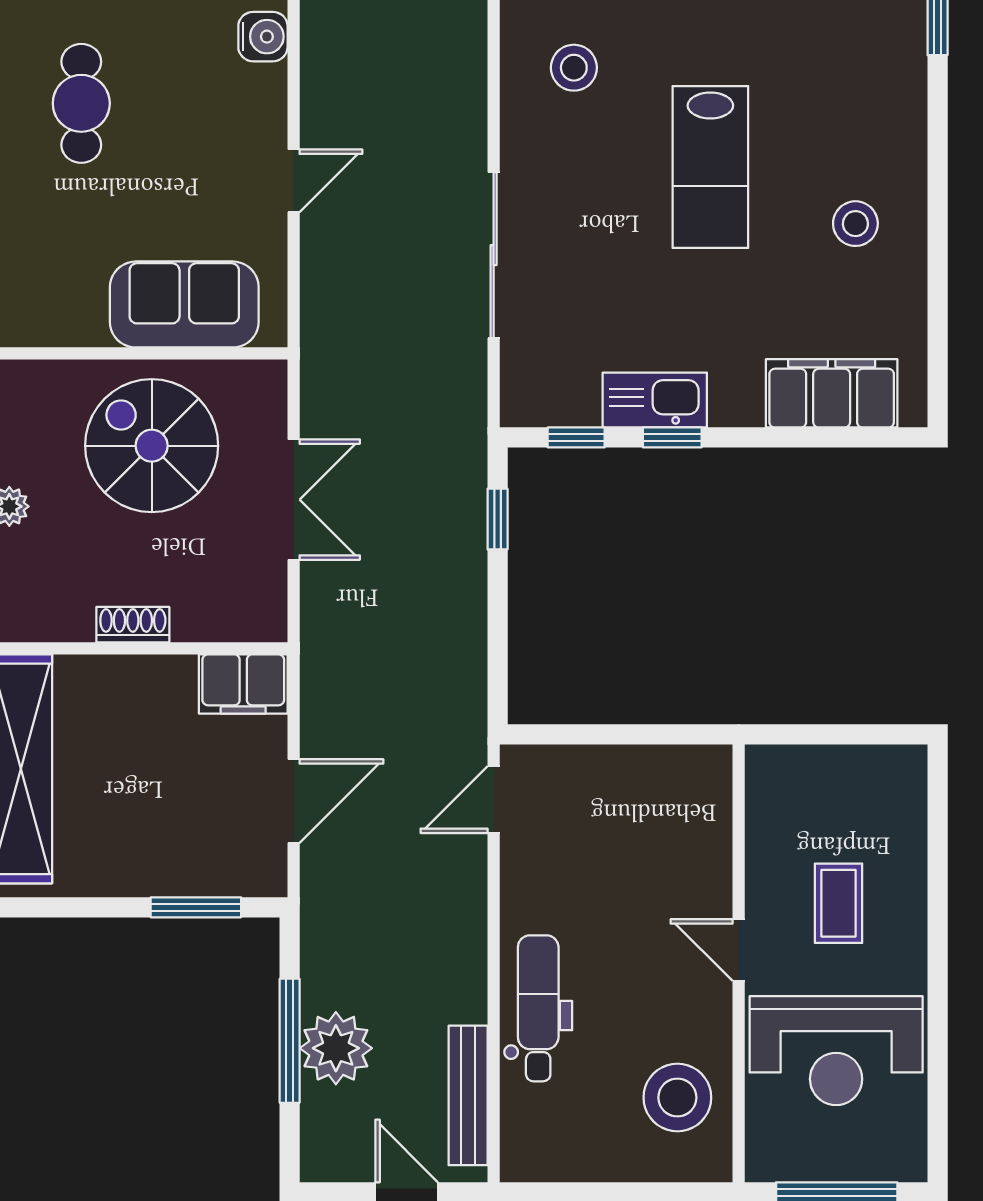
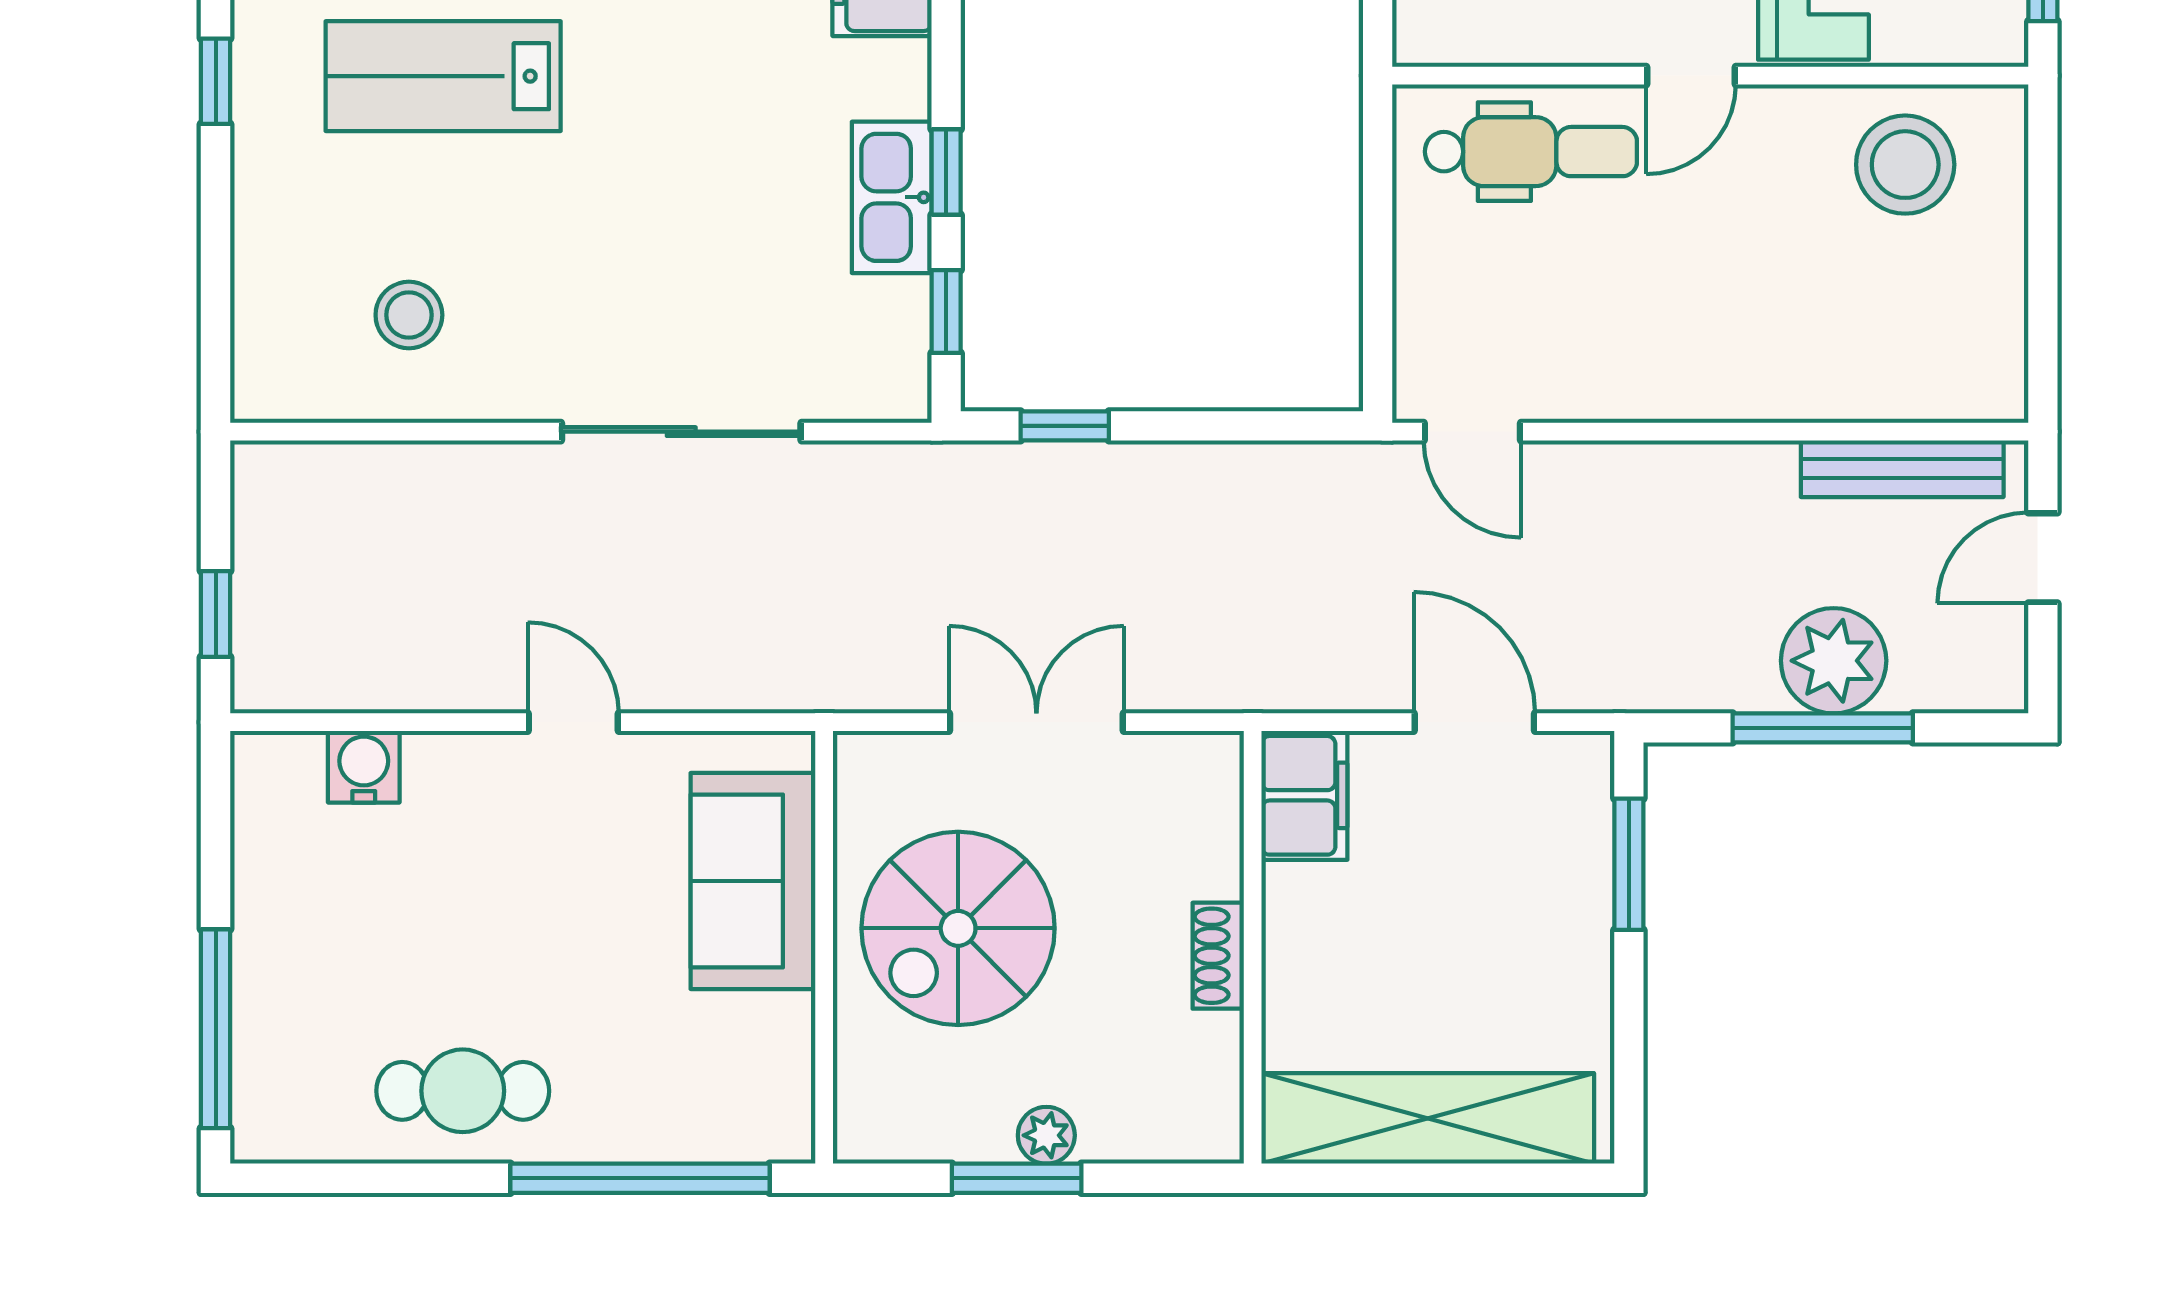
cafe table: (81, 103) -> (463, 1091), moved
lab bench: (710, 167) -> (443, 76), moved, turned 180
dental chair: (538, 1008) -> (1531, 152), moved, turned 180

